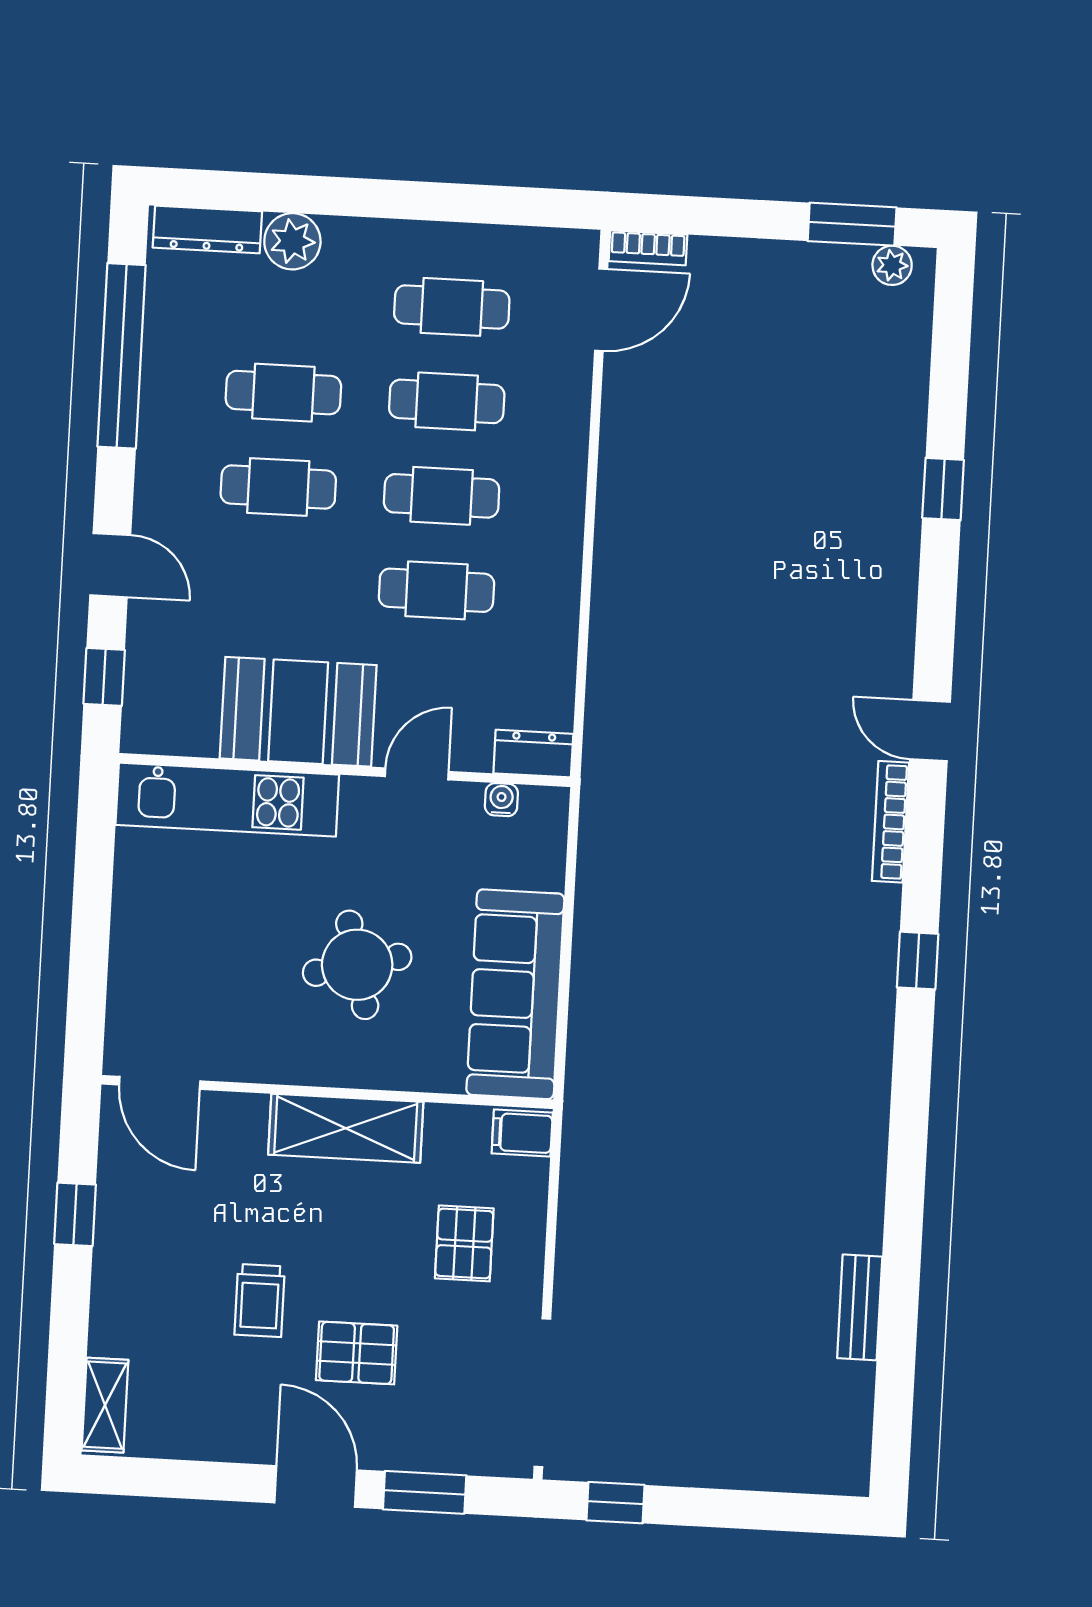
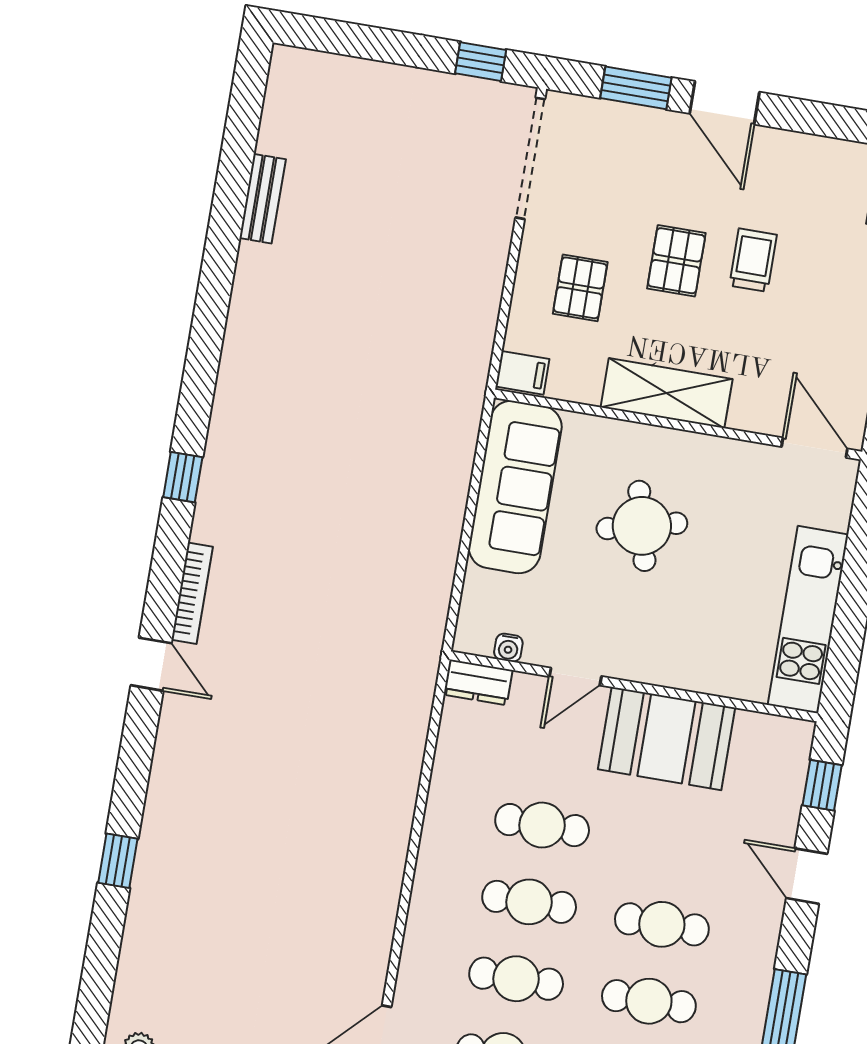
kitchen unit: (227, 800) -> (808, 620), moved, turned -90
pallet: (357, 1353) -> (676, 261), moved, turned 90

